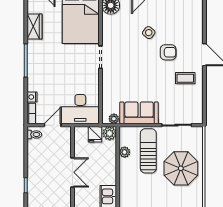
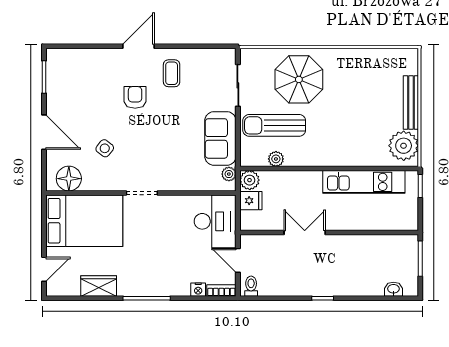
side table: (149, 33) -> (105, 148), moved

